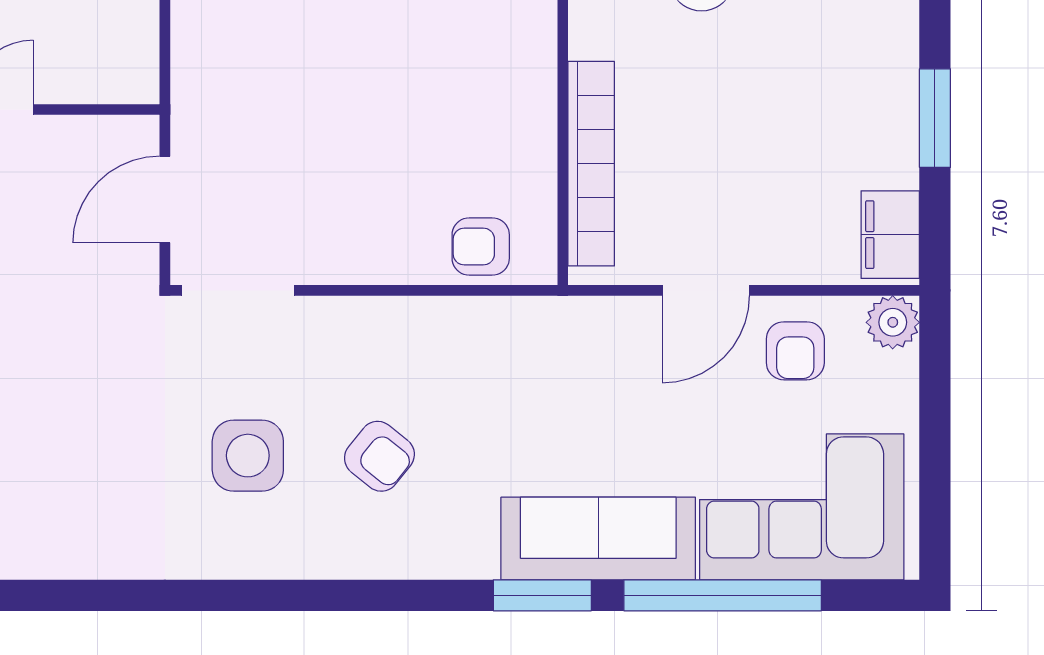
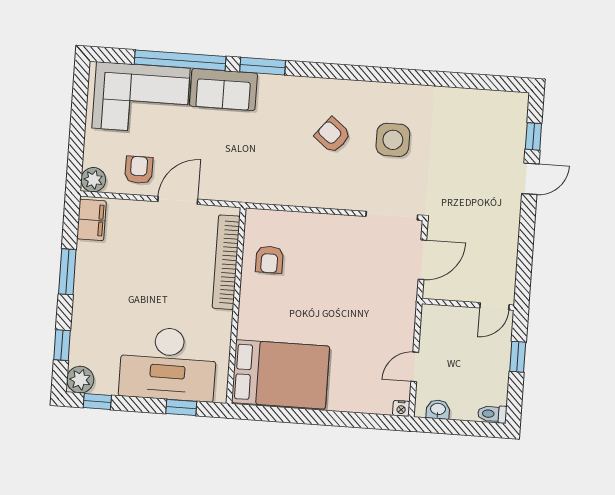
armchair: (481, 247) -> (269, 260), moved, turned 90
sofa: (598, 539) -> (223, 90), width x0.73

